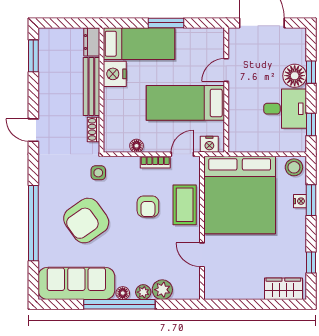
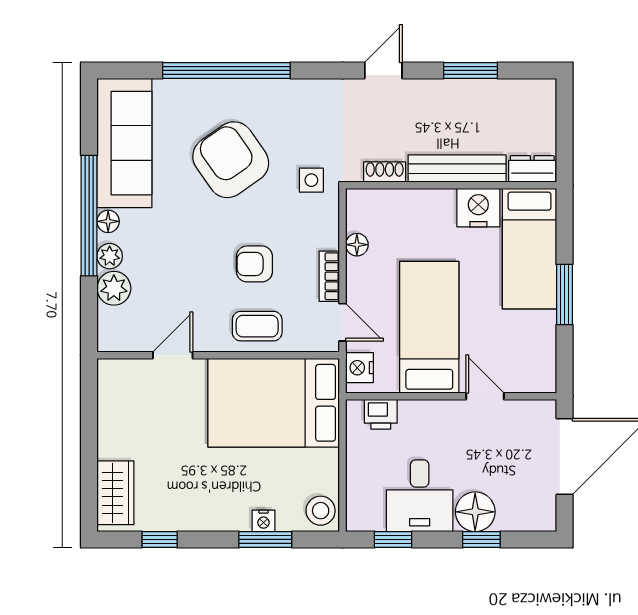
window: (33, 56) -> (470, 70), moved
printer: (237, 132) -> (381, 414), added
bed: (240, 195) -> (274, 403), width x0.73
coffee table: (185, 205) -> (257, 326), width x0.73, depth x0.77

